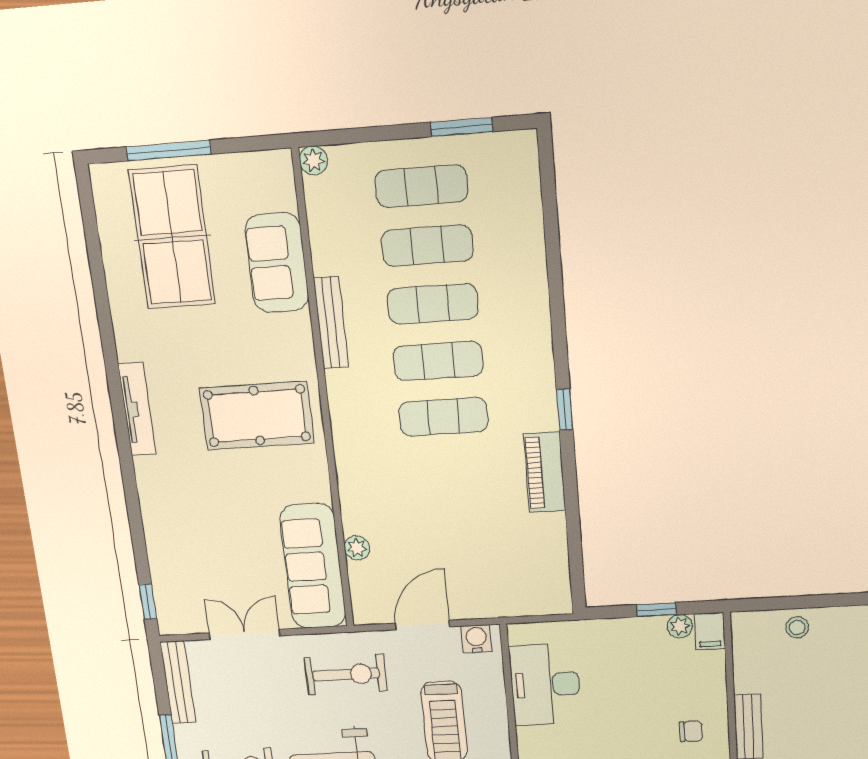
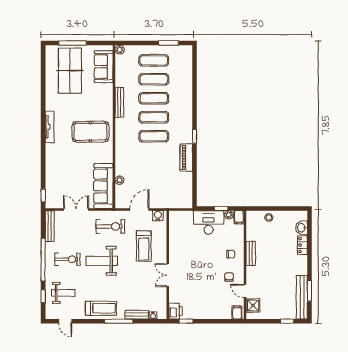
sofa: (277, 263) -> (104, 67), moved
desk: (545, 685) -> (209, 222), moved, turned 90

